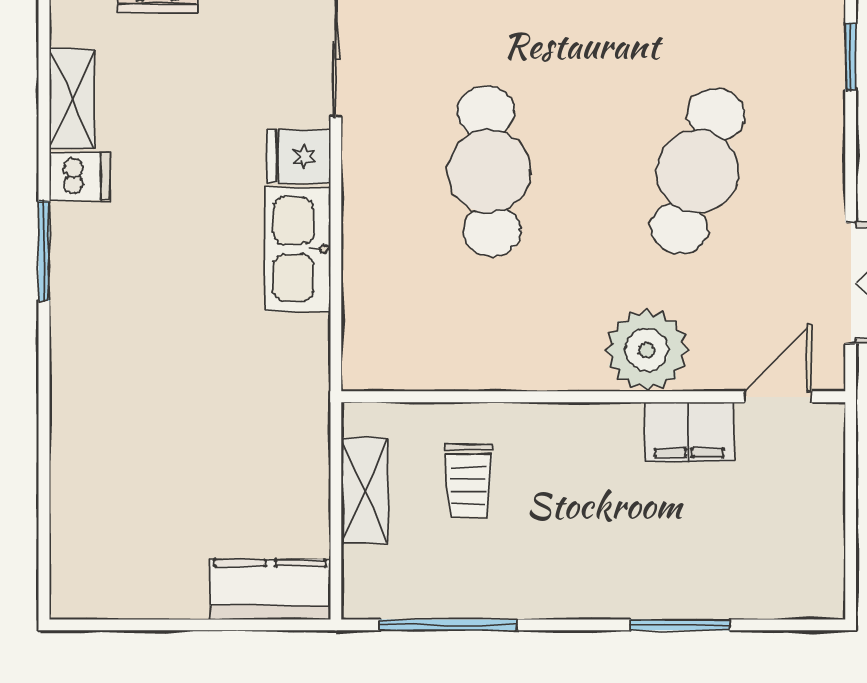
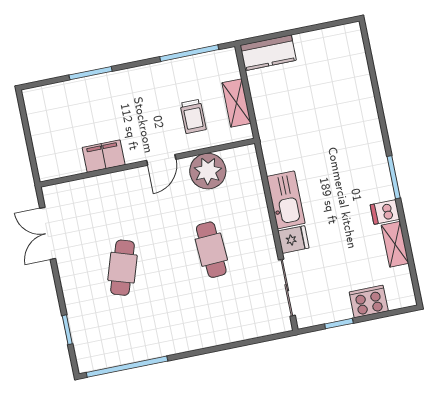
cafe table: (489, 171) -> (211, 250), width x0.73, depth x0.74
cafe table: (698, 171) -> (122, 268), width x0.73, depth x0.74
plant: (647, 350) -> (208, 171), moved
door: (778, 397) -> (161, 160), moved
trolley: (469, 480) -> (193, 116), turned 180

